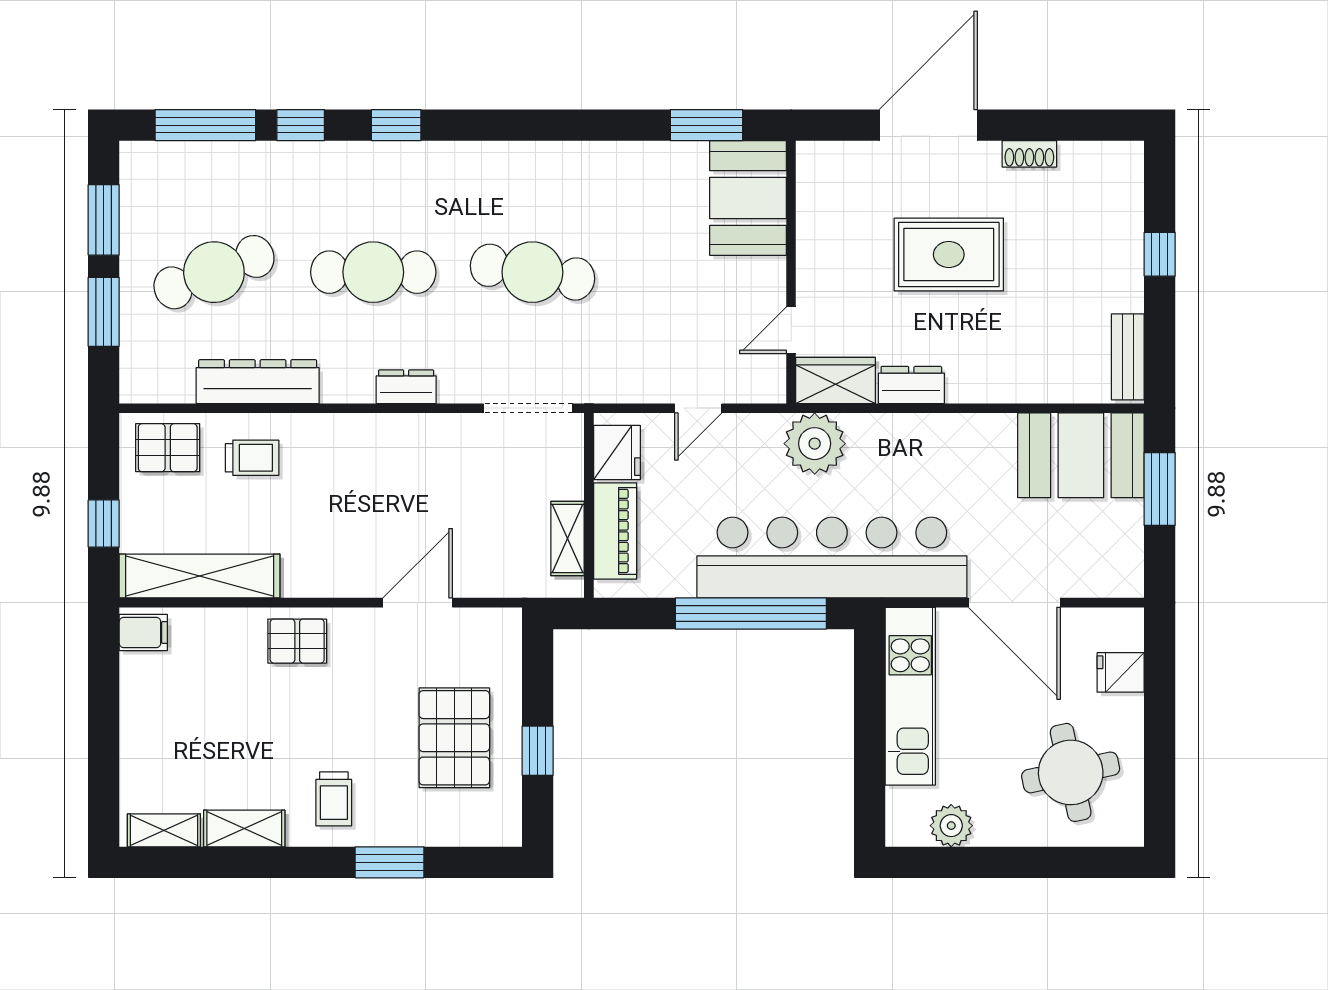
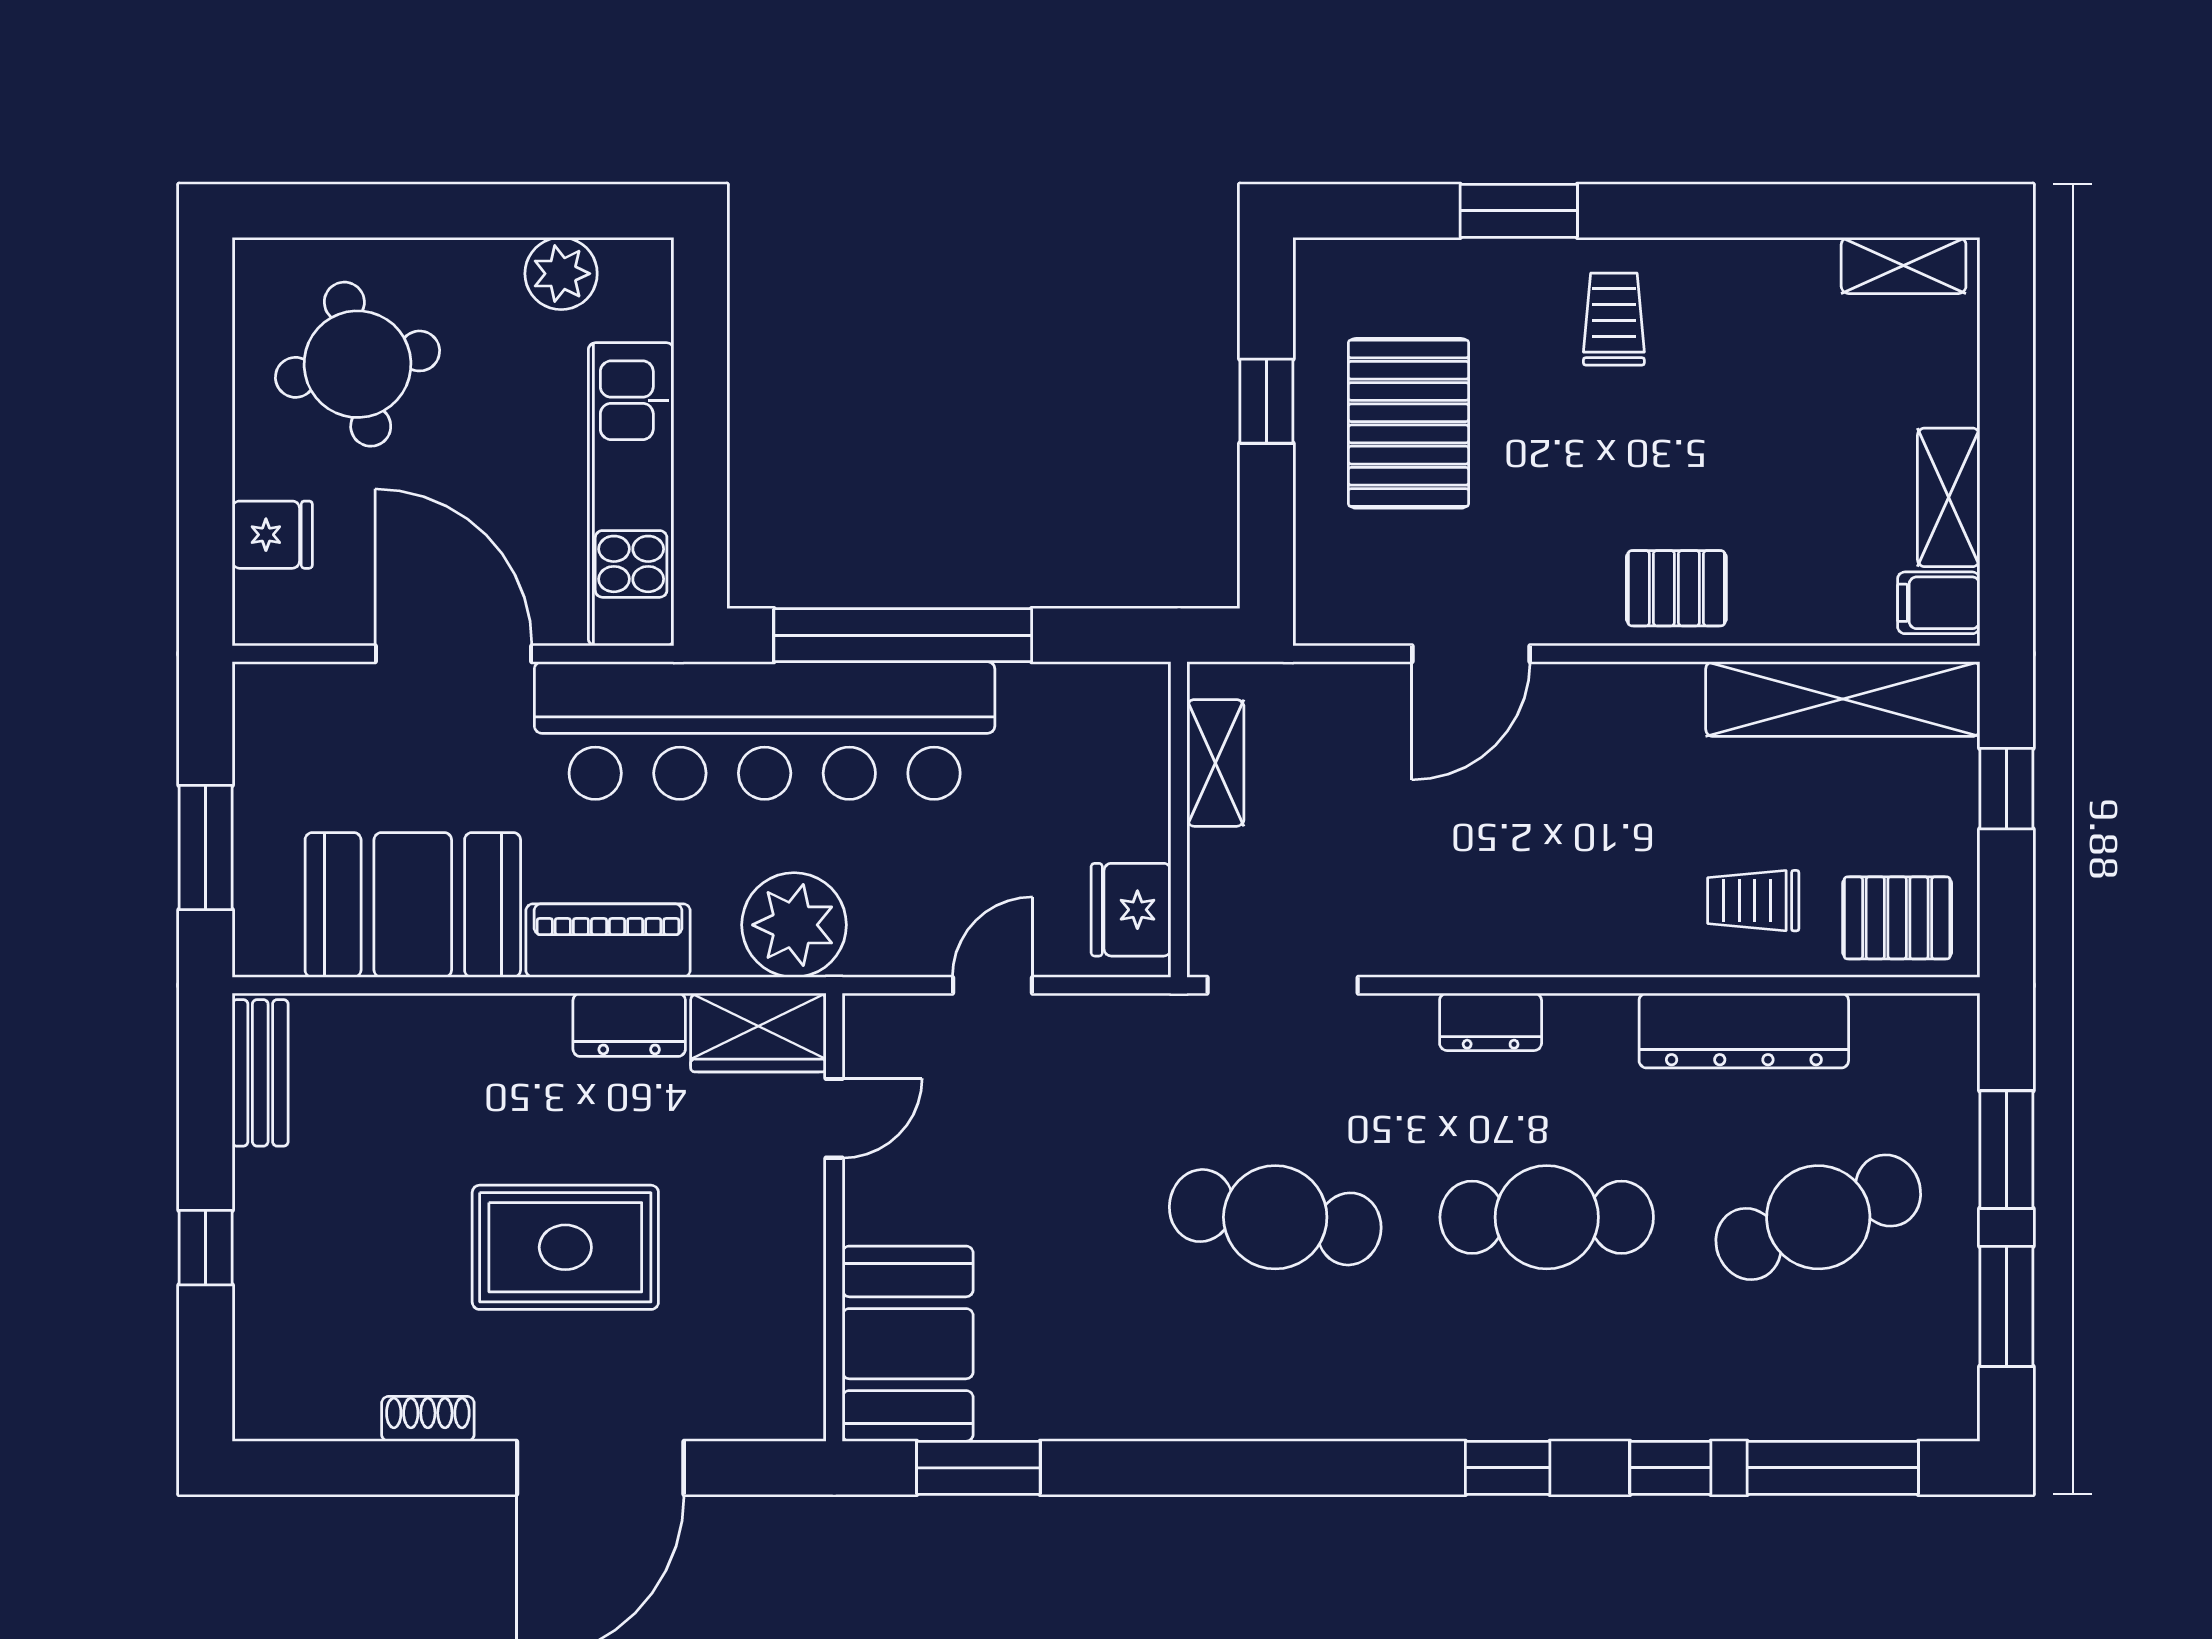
booth: (1081, 455) -> (413, 905), moved
piano: (615, 531) -> (608, 941), moved, turned 90
shelving: (244, 828) -> (1949, 497), moved, turned 90

